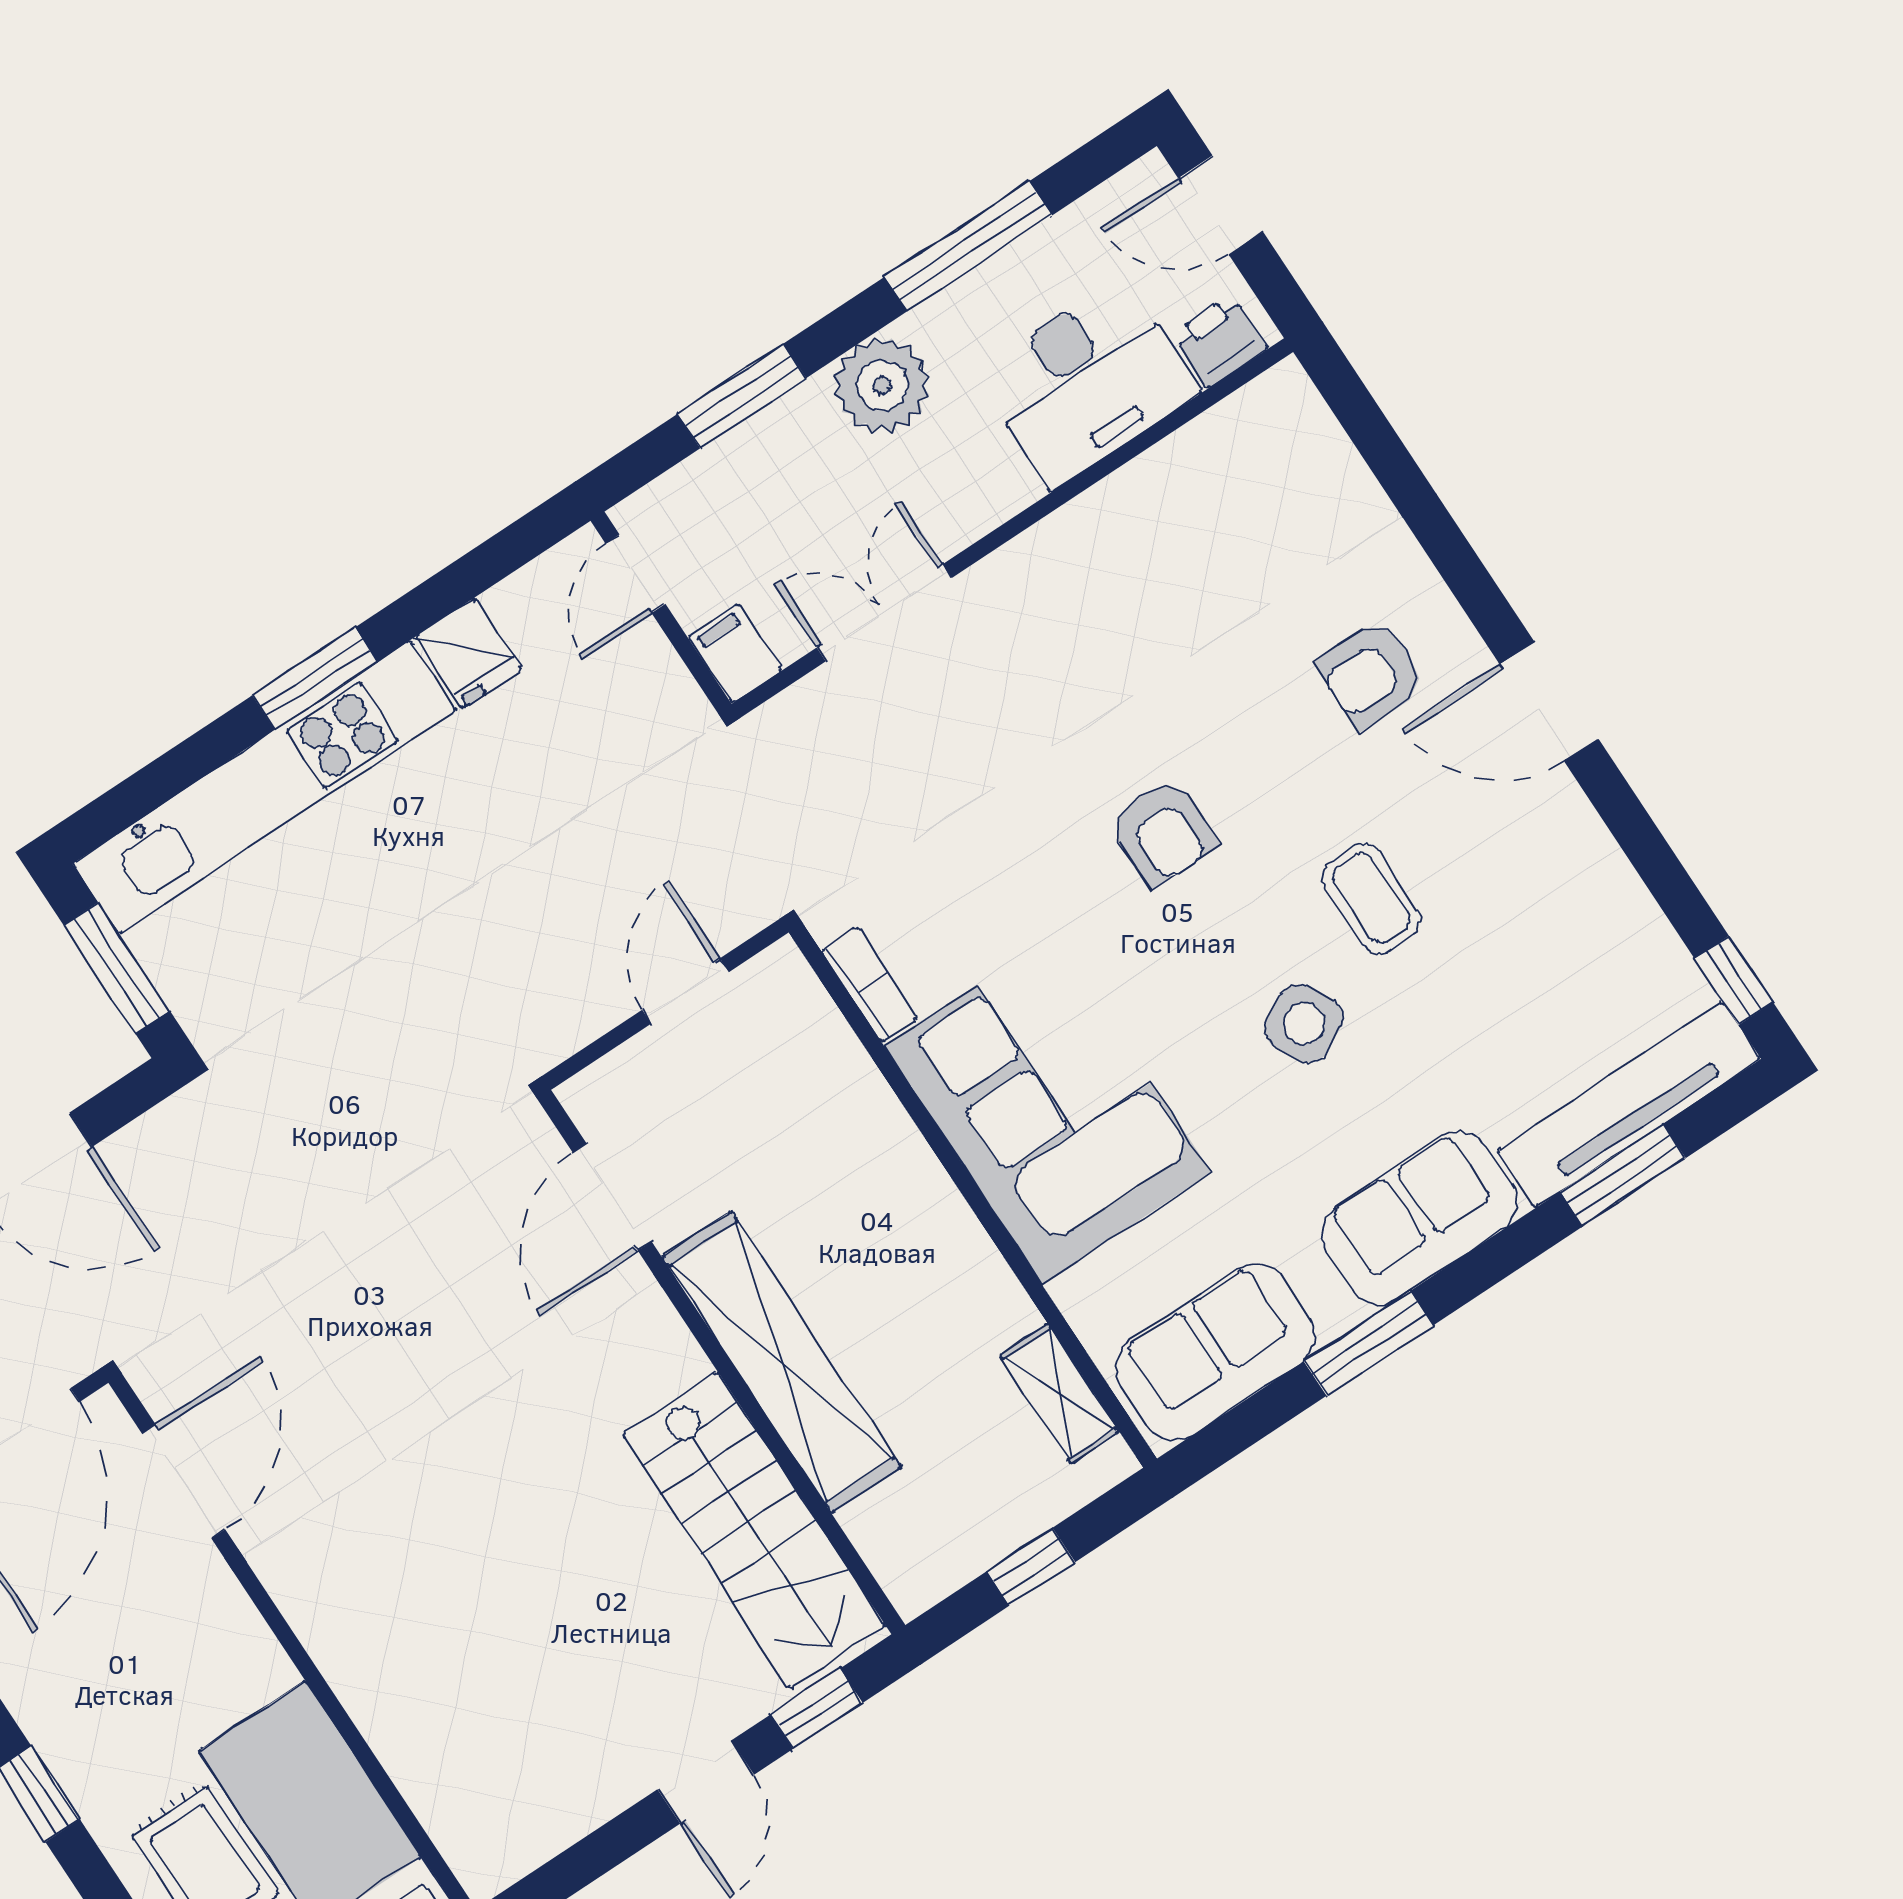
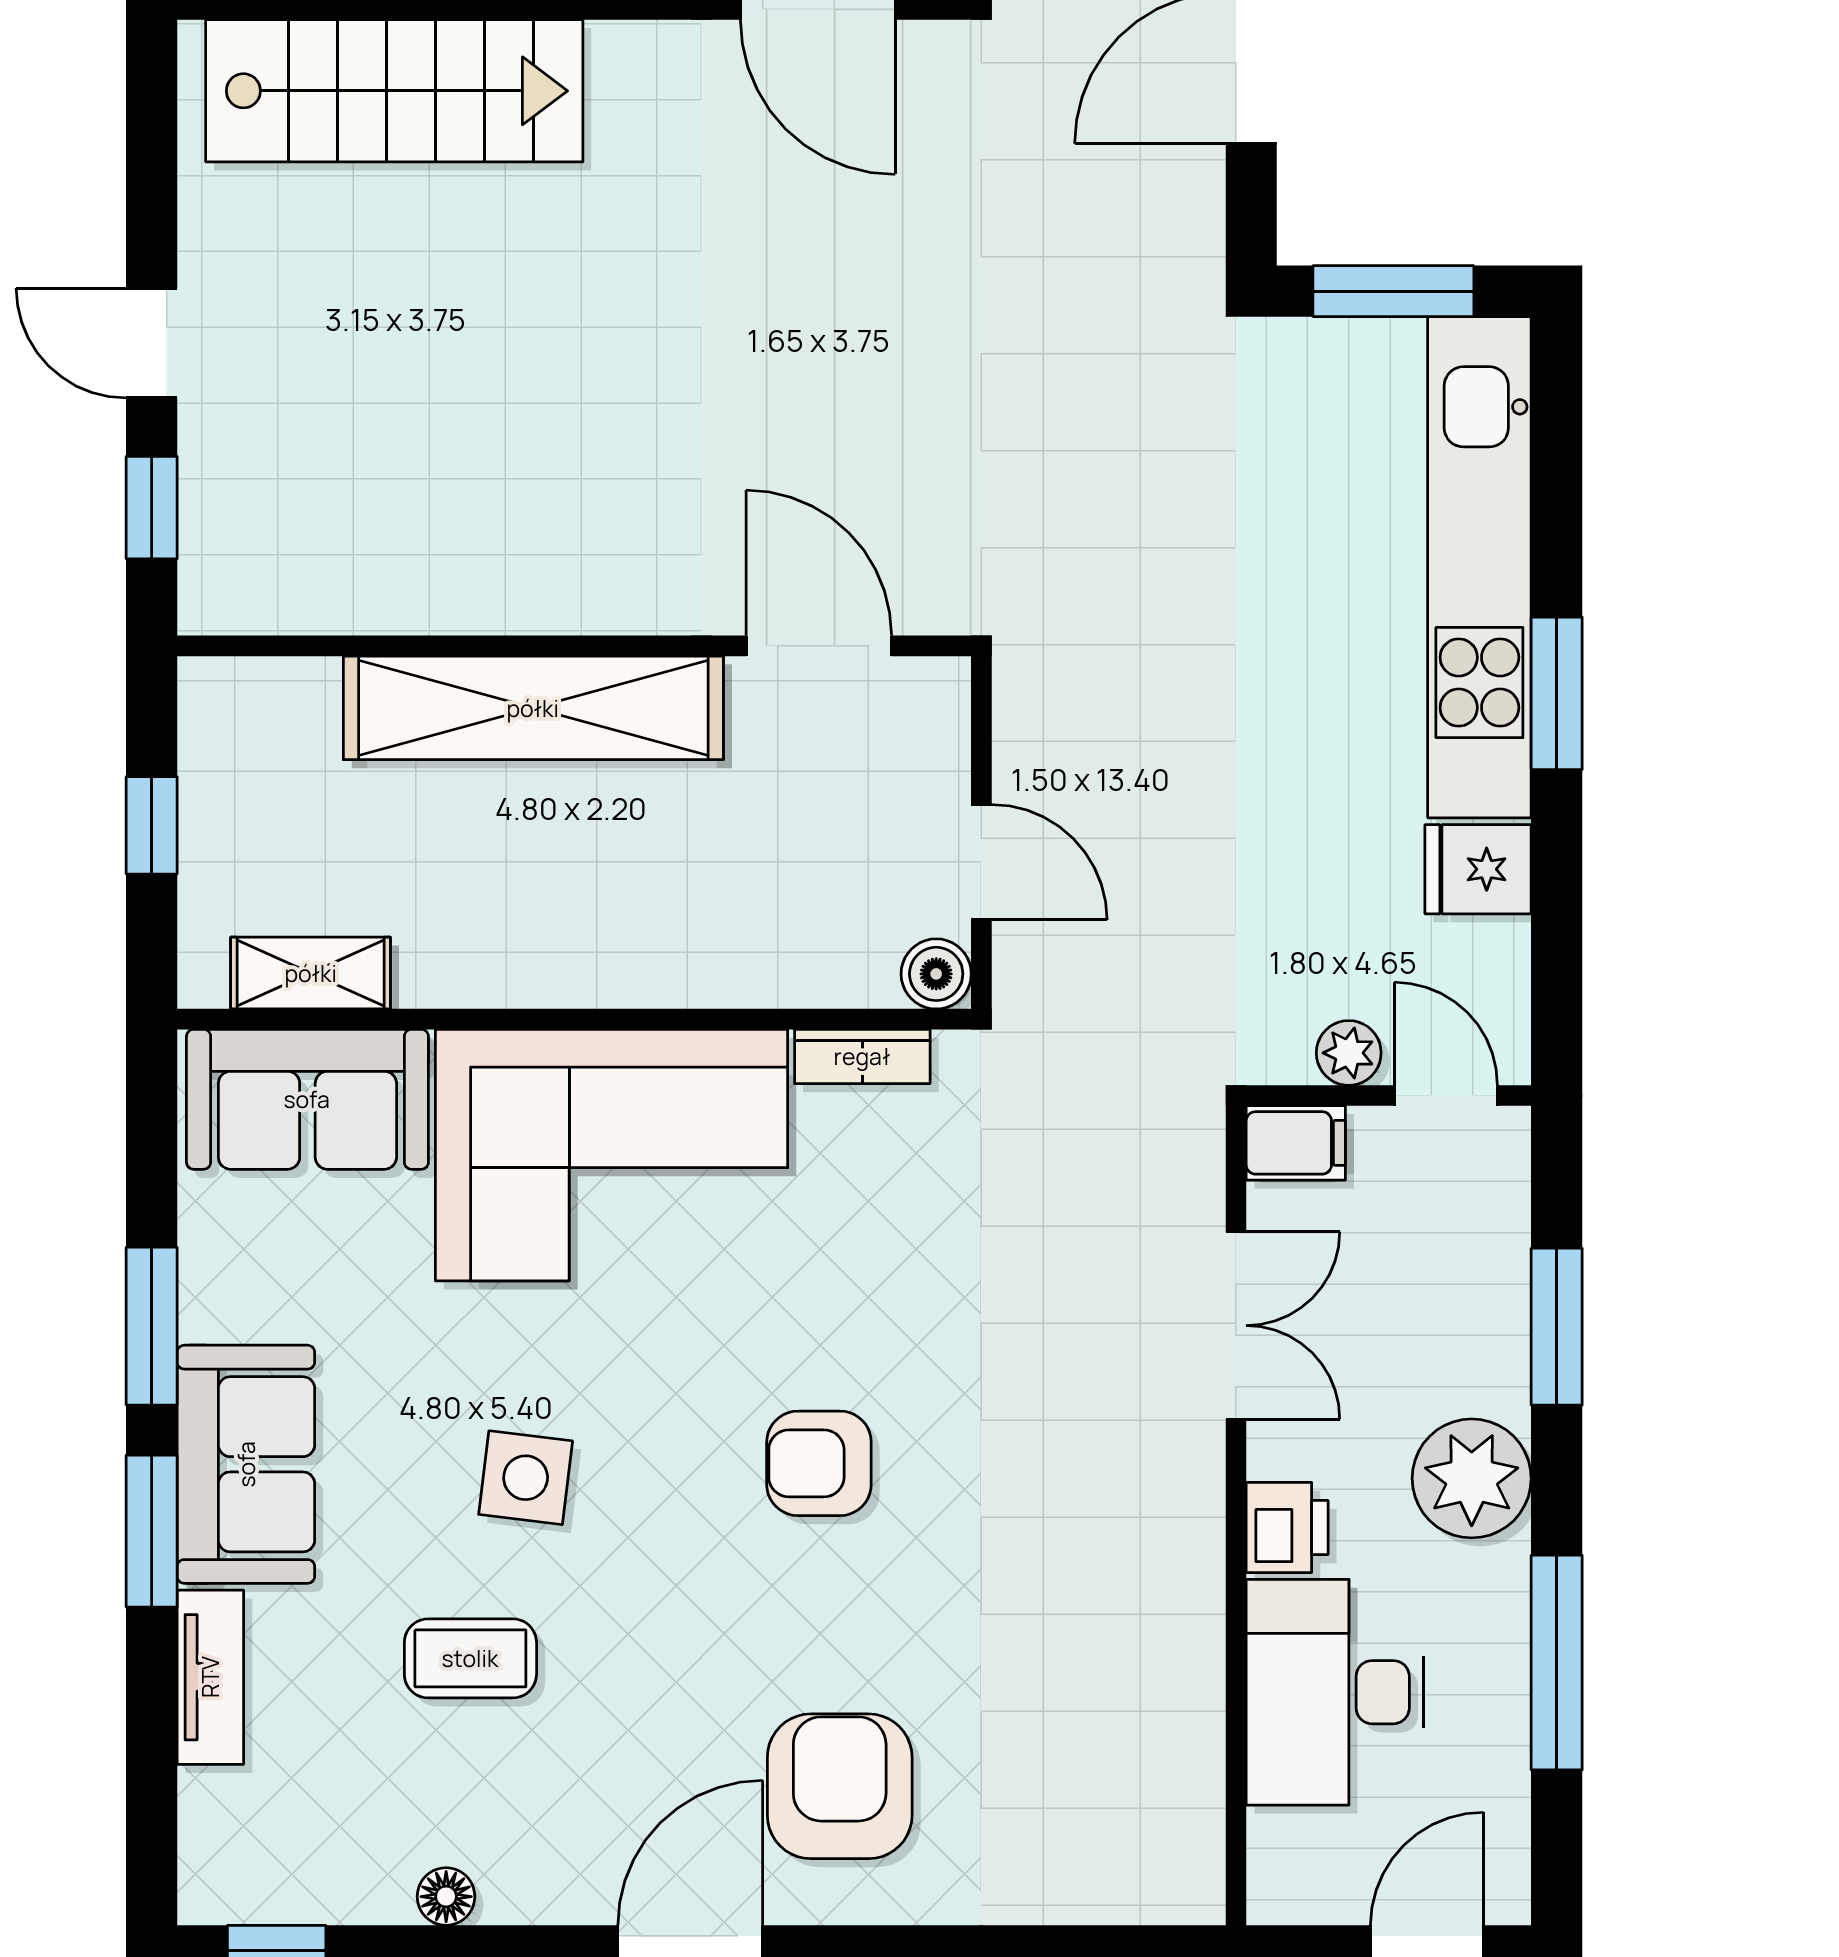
printer: (1220, 341) -> (1287, 1528), moved
plant: (650, 658) -> (1349, 1053), added
armchair: (1372, 674) -> (840, 1786), width x1.38, depth x1.38
floor lamp: (1622, 890) -> (446, 1897), added
coffee table: (1372, 898) -> (470, 1658), moved
boiler: (781, 972) -> (936, 974), added
side table: (1304, 1024) -> (526, 1478), turned 35
tv unit: (1629, 1105) -> (210, 1677), width x0.52, depth x0.78
window: (1623, 1175) -> (152, 1531), moved
sofa: (1215, 1352) -> (307, 1099), moved, turned 90
stairs: (754, 1530) -> (394, 91), moved, turned 180

